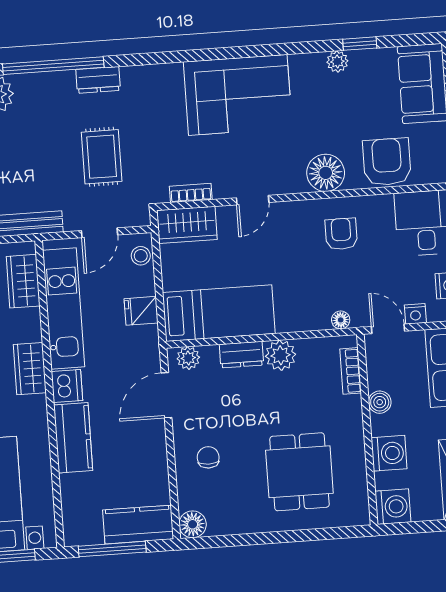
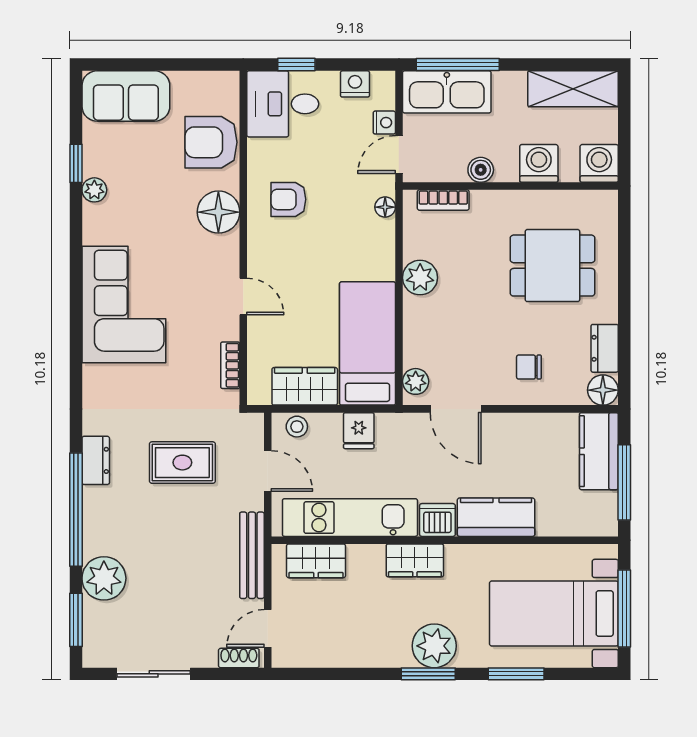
wardrobe: (187, 225) -> (305, 386), moved, turned -90
dresser: (241, 355) -> (605, 348), moved, turned 180

